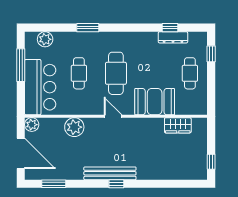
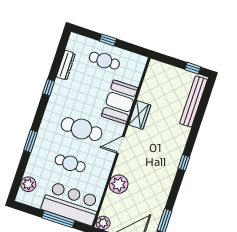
window: (170, 28) -> (49, 87), moved
window: (211, 54) -> (108, 40), moved
window: (21, 65) -> (58, 219), moved
wardrobe: (178, 125) -> (140, 115), moved
bench: (110, 173) -> (193, 102), moved

